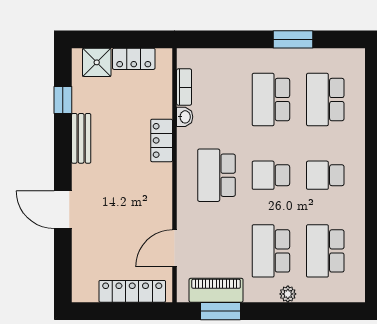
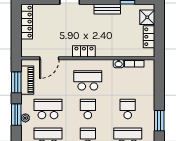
school desk: (271, 100) -> (128, 109), width x0.54
locker: (162, 140) -> (84, 51), moved
door: (175, 248) -> (49, 58), swing flipped
locker: (132, 291) -> (27, 22), moved
window: (282, 311) -> (16, 115), added

